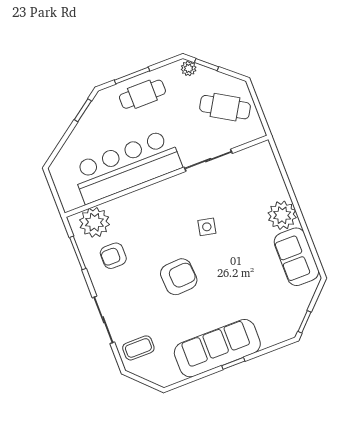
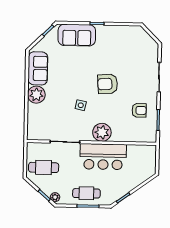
cafe table: (225, 107) -> (44, 167), turned -31
bar counter: (127, 166) -> (103, 157), width x0.73
plant: (94, 222) -> (102, 132), moved
coffee table: (138, 348) -> (146, 54), removed
sofa: (217, 348) -> (77, 35), moved, width x0.73

